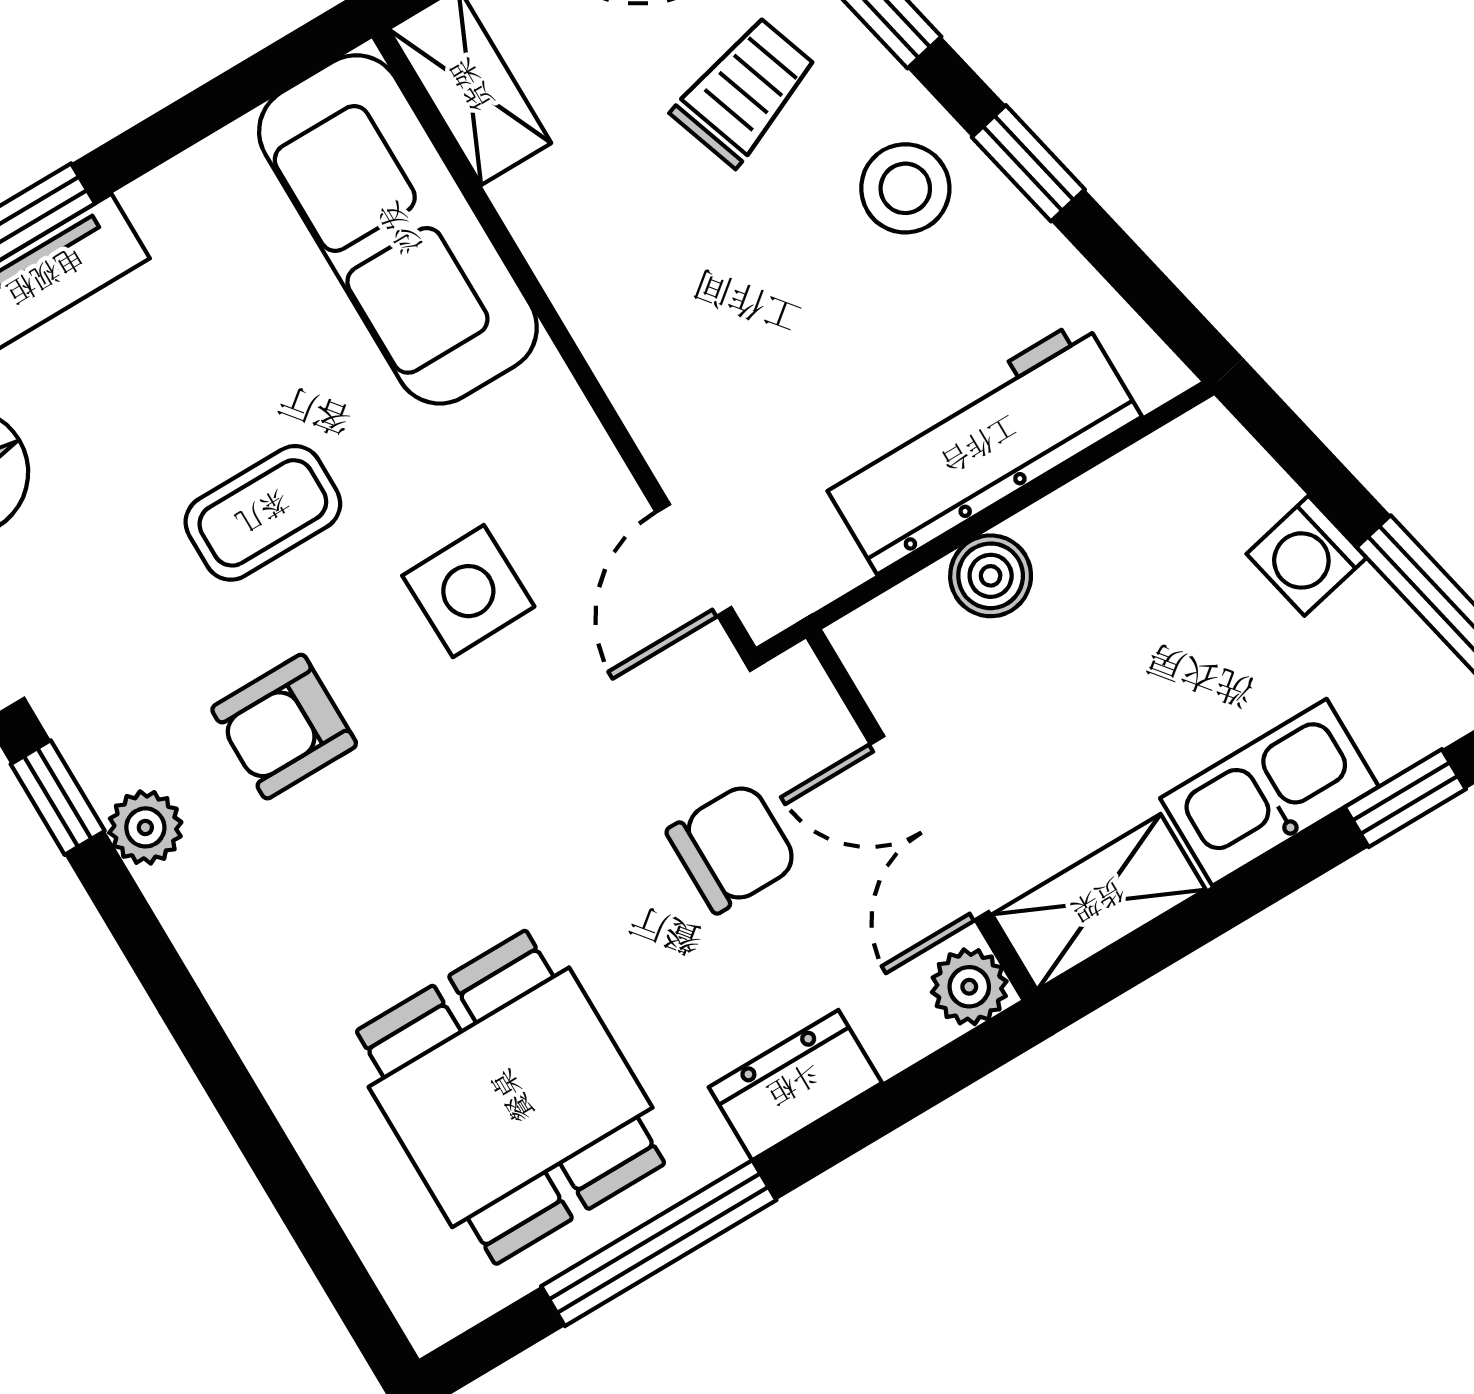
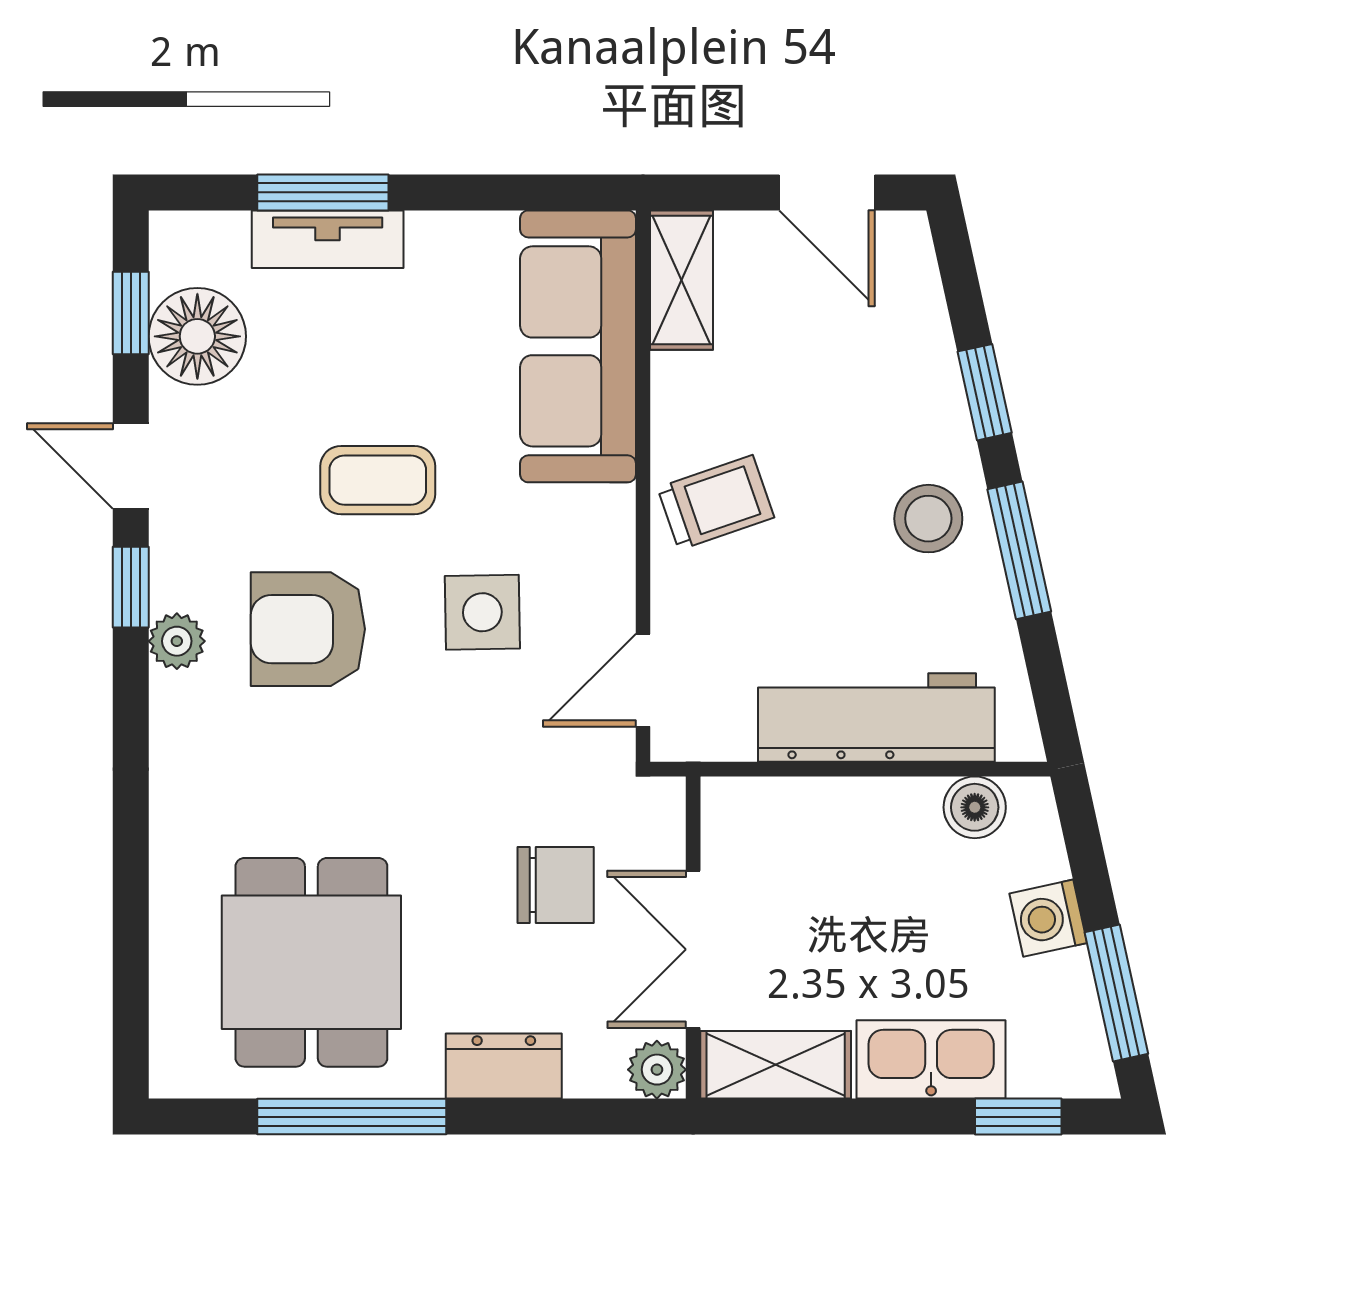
trolley: (745, 91) -> (716, 503), moved
window: (1028, 163) -> (1019, 550), width x1.50
boiler: (991, 576) -> (975, 807), moved
armchair: (284, 727) -> (308, 629), width x1.38, depth x1.38

